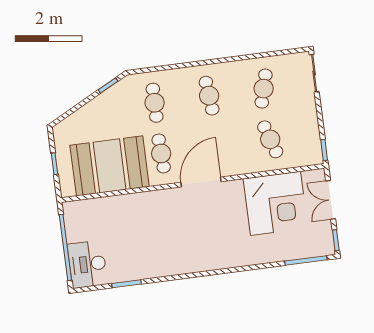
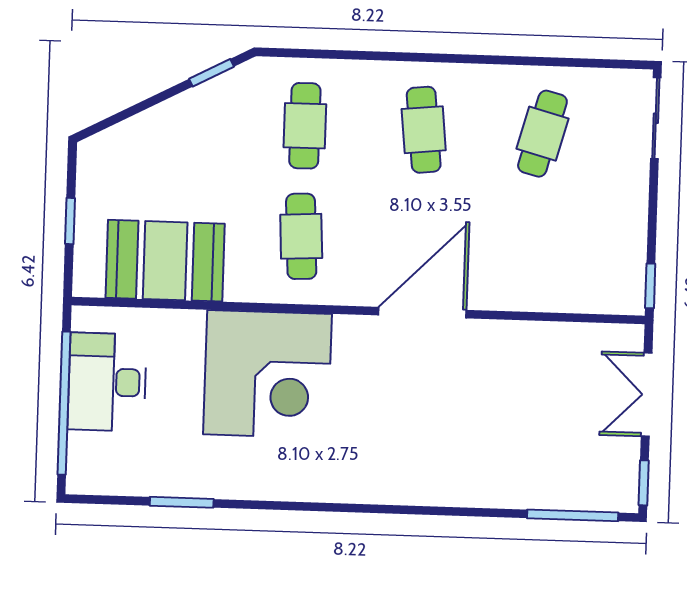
cafe table: (270, 139) -> (539, 244), removed
booth: (110, 166) -> (165, 261), width x0.73, depth x0.70
door: (201, 182) -> (422, 313), moved
corner desk: (275, 203) -> (268, 374), moved
desk: (87, 264) -> (107, 382), moved

